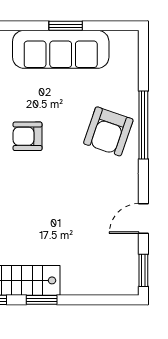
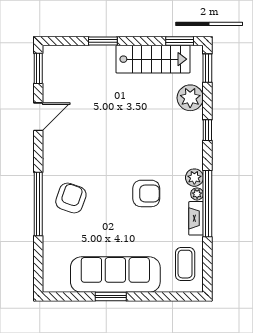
armchair: (108, 131) -> (71, 198), width x0.73, depth x0.73
window: (42, 300) -> (103, 41), moved

